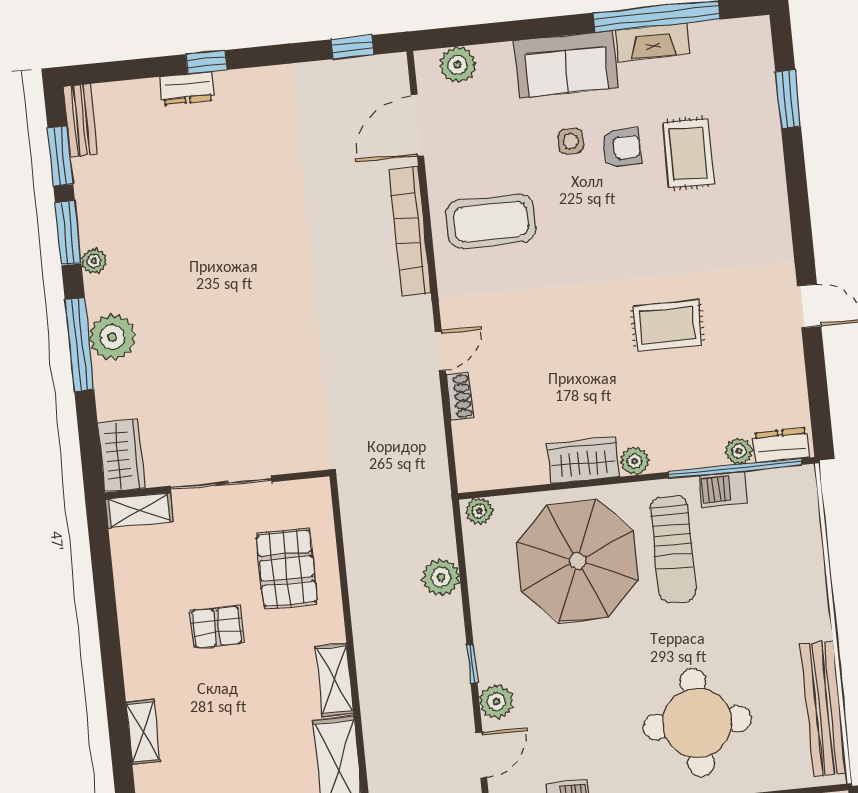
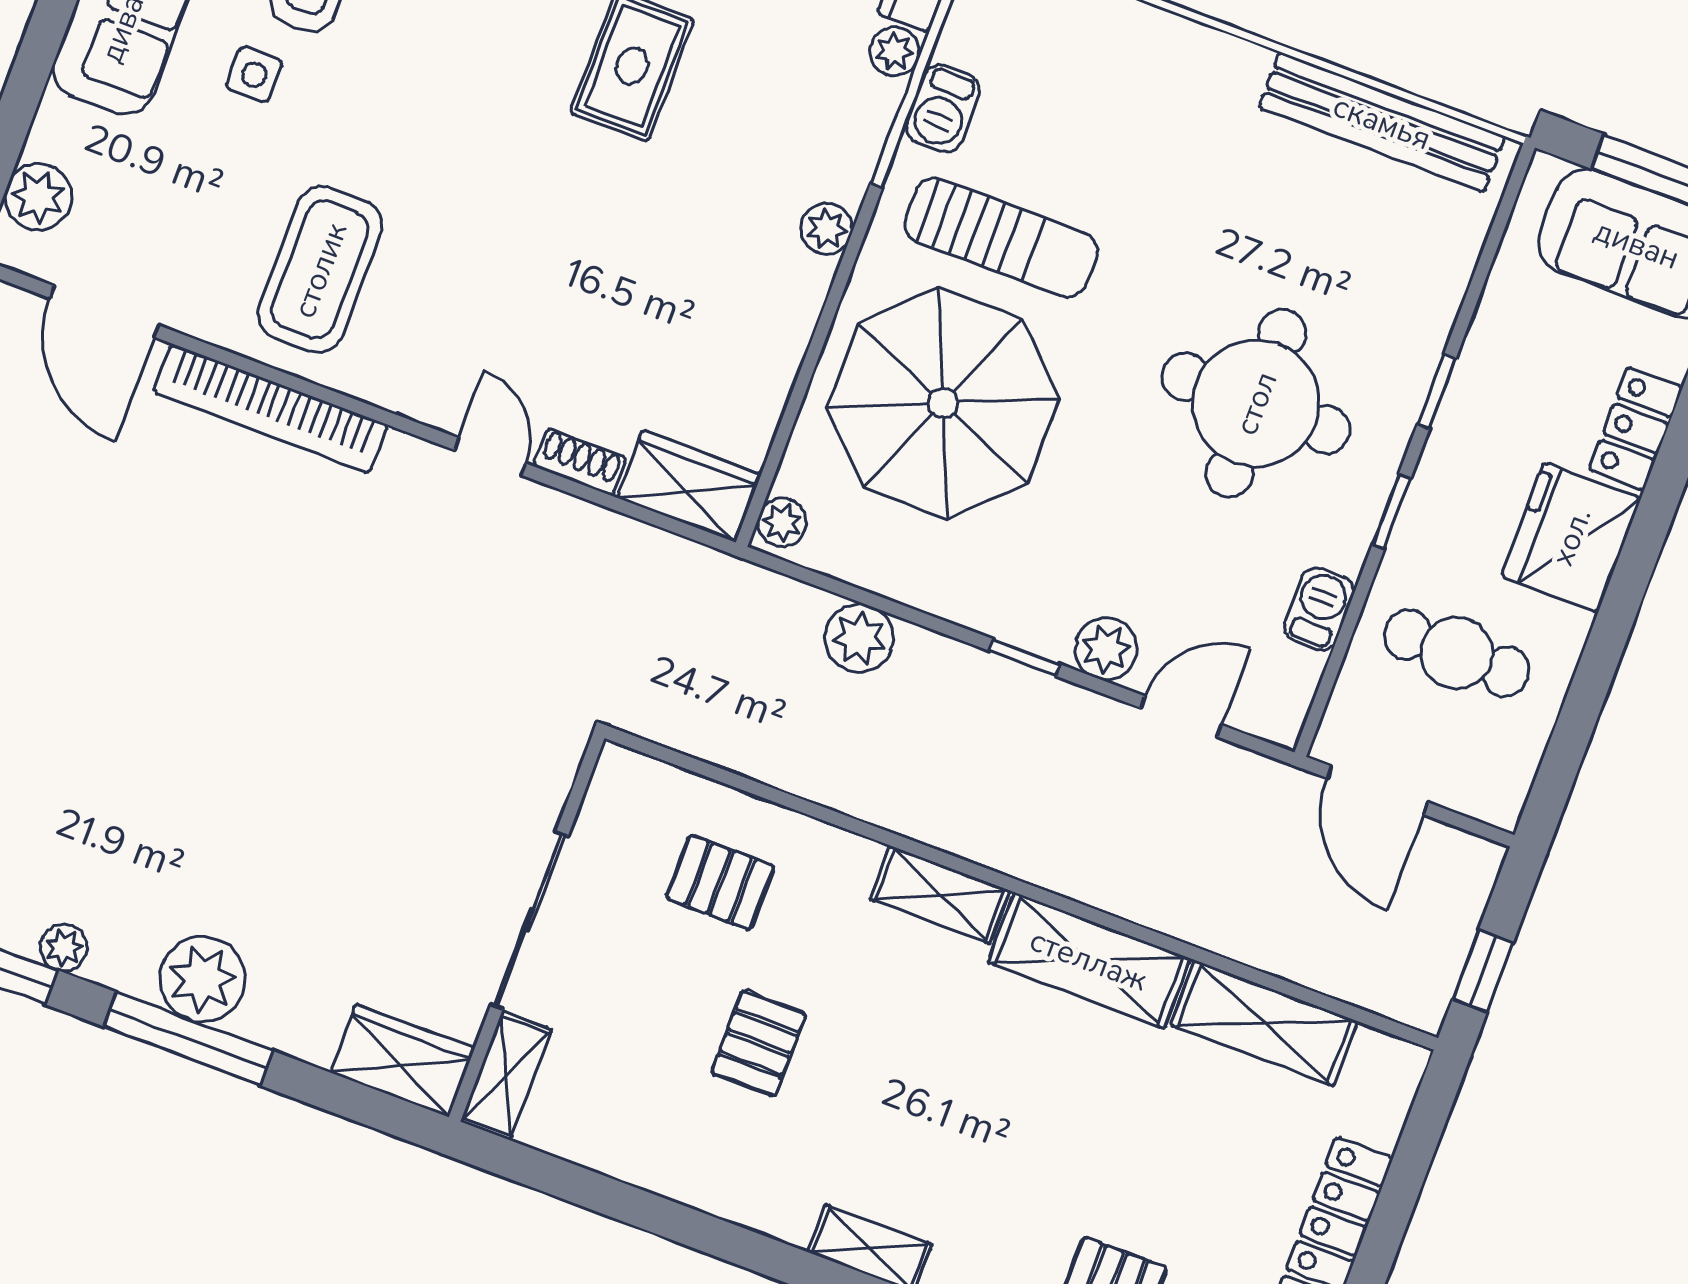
wardrobe: (583, 460) -> (688, 486), moved, turned 90
pallet: (287, 569) -> (720, 882), width x0.67, depth x0.71
round table: (697, 723) -> (1256, 403), moved
door: (481, 755) -> (1181, 716), hinge flipped

